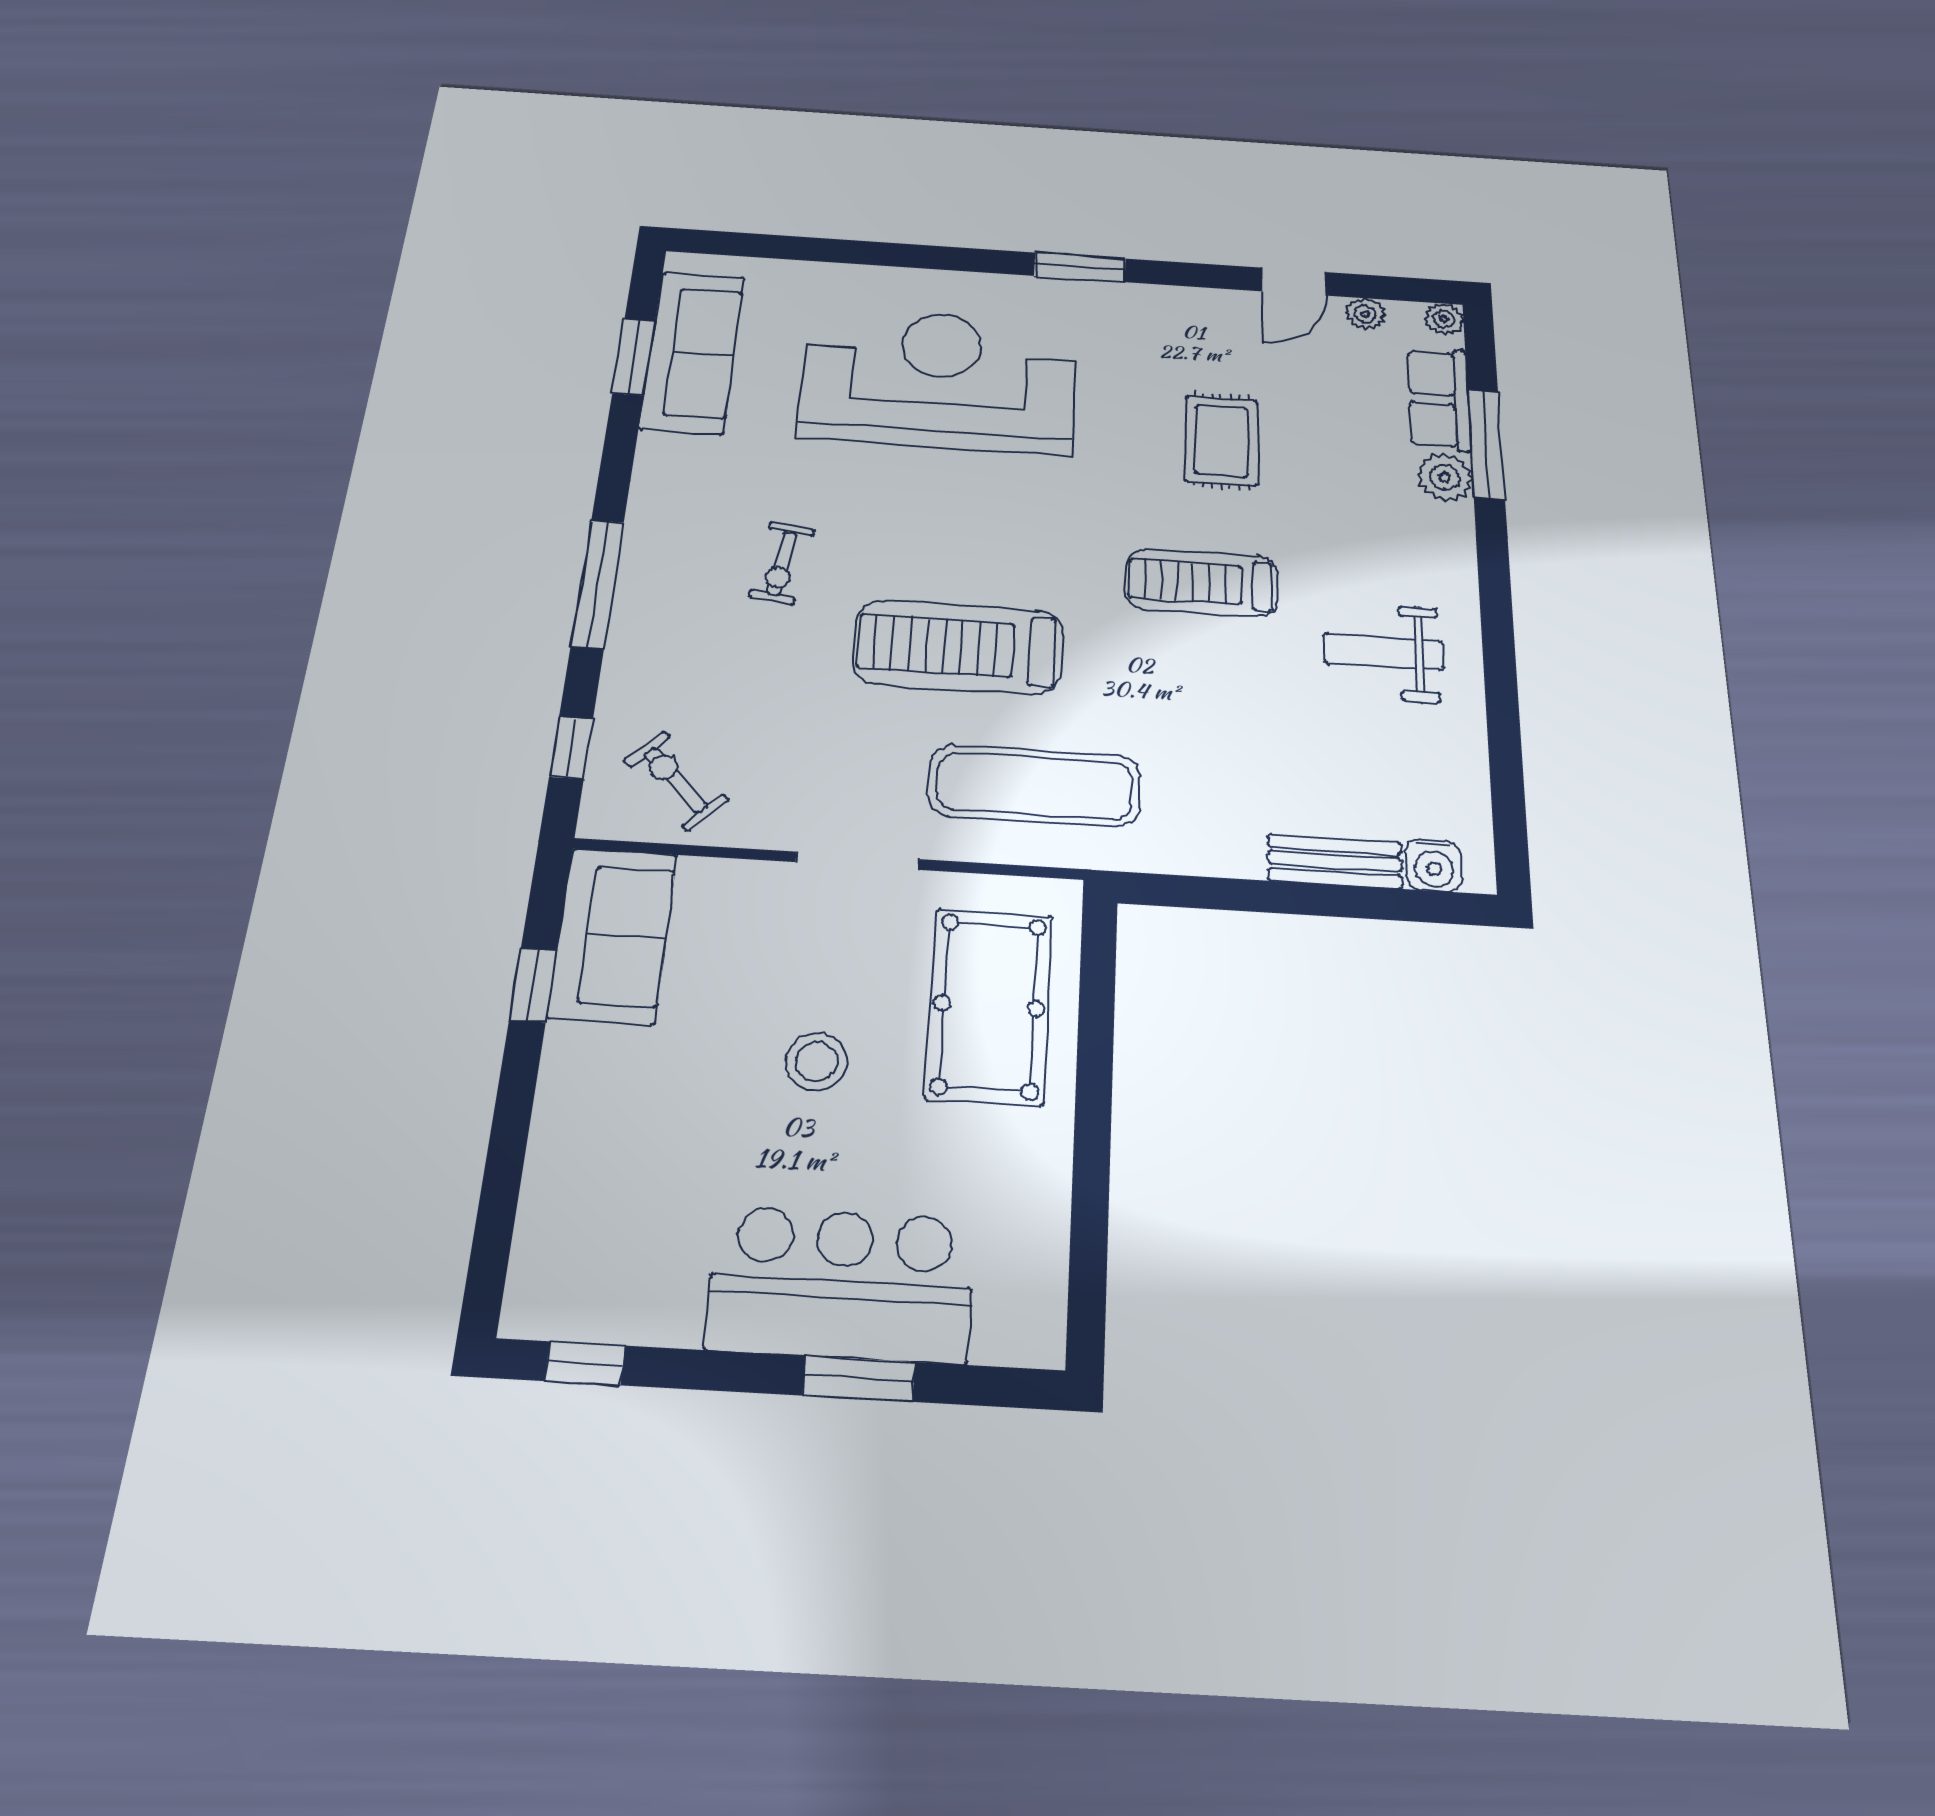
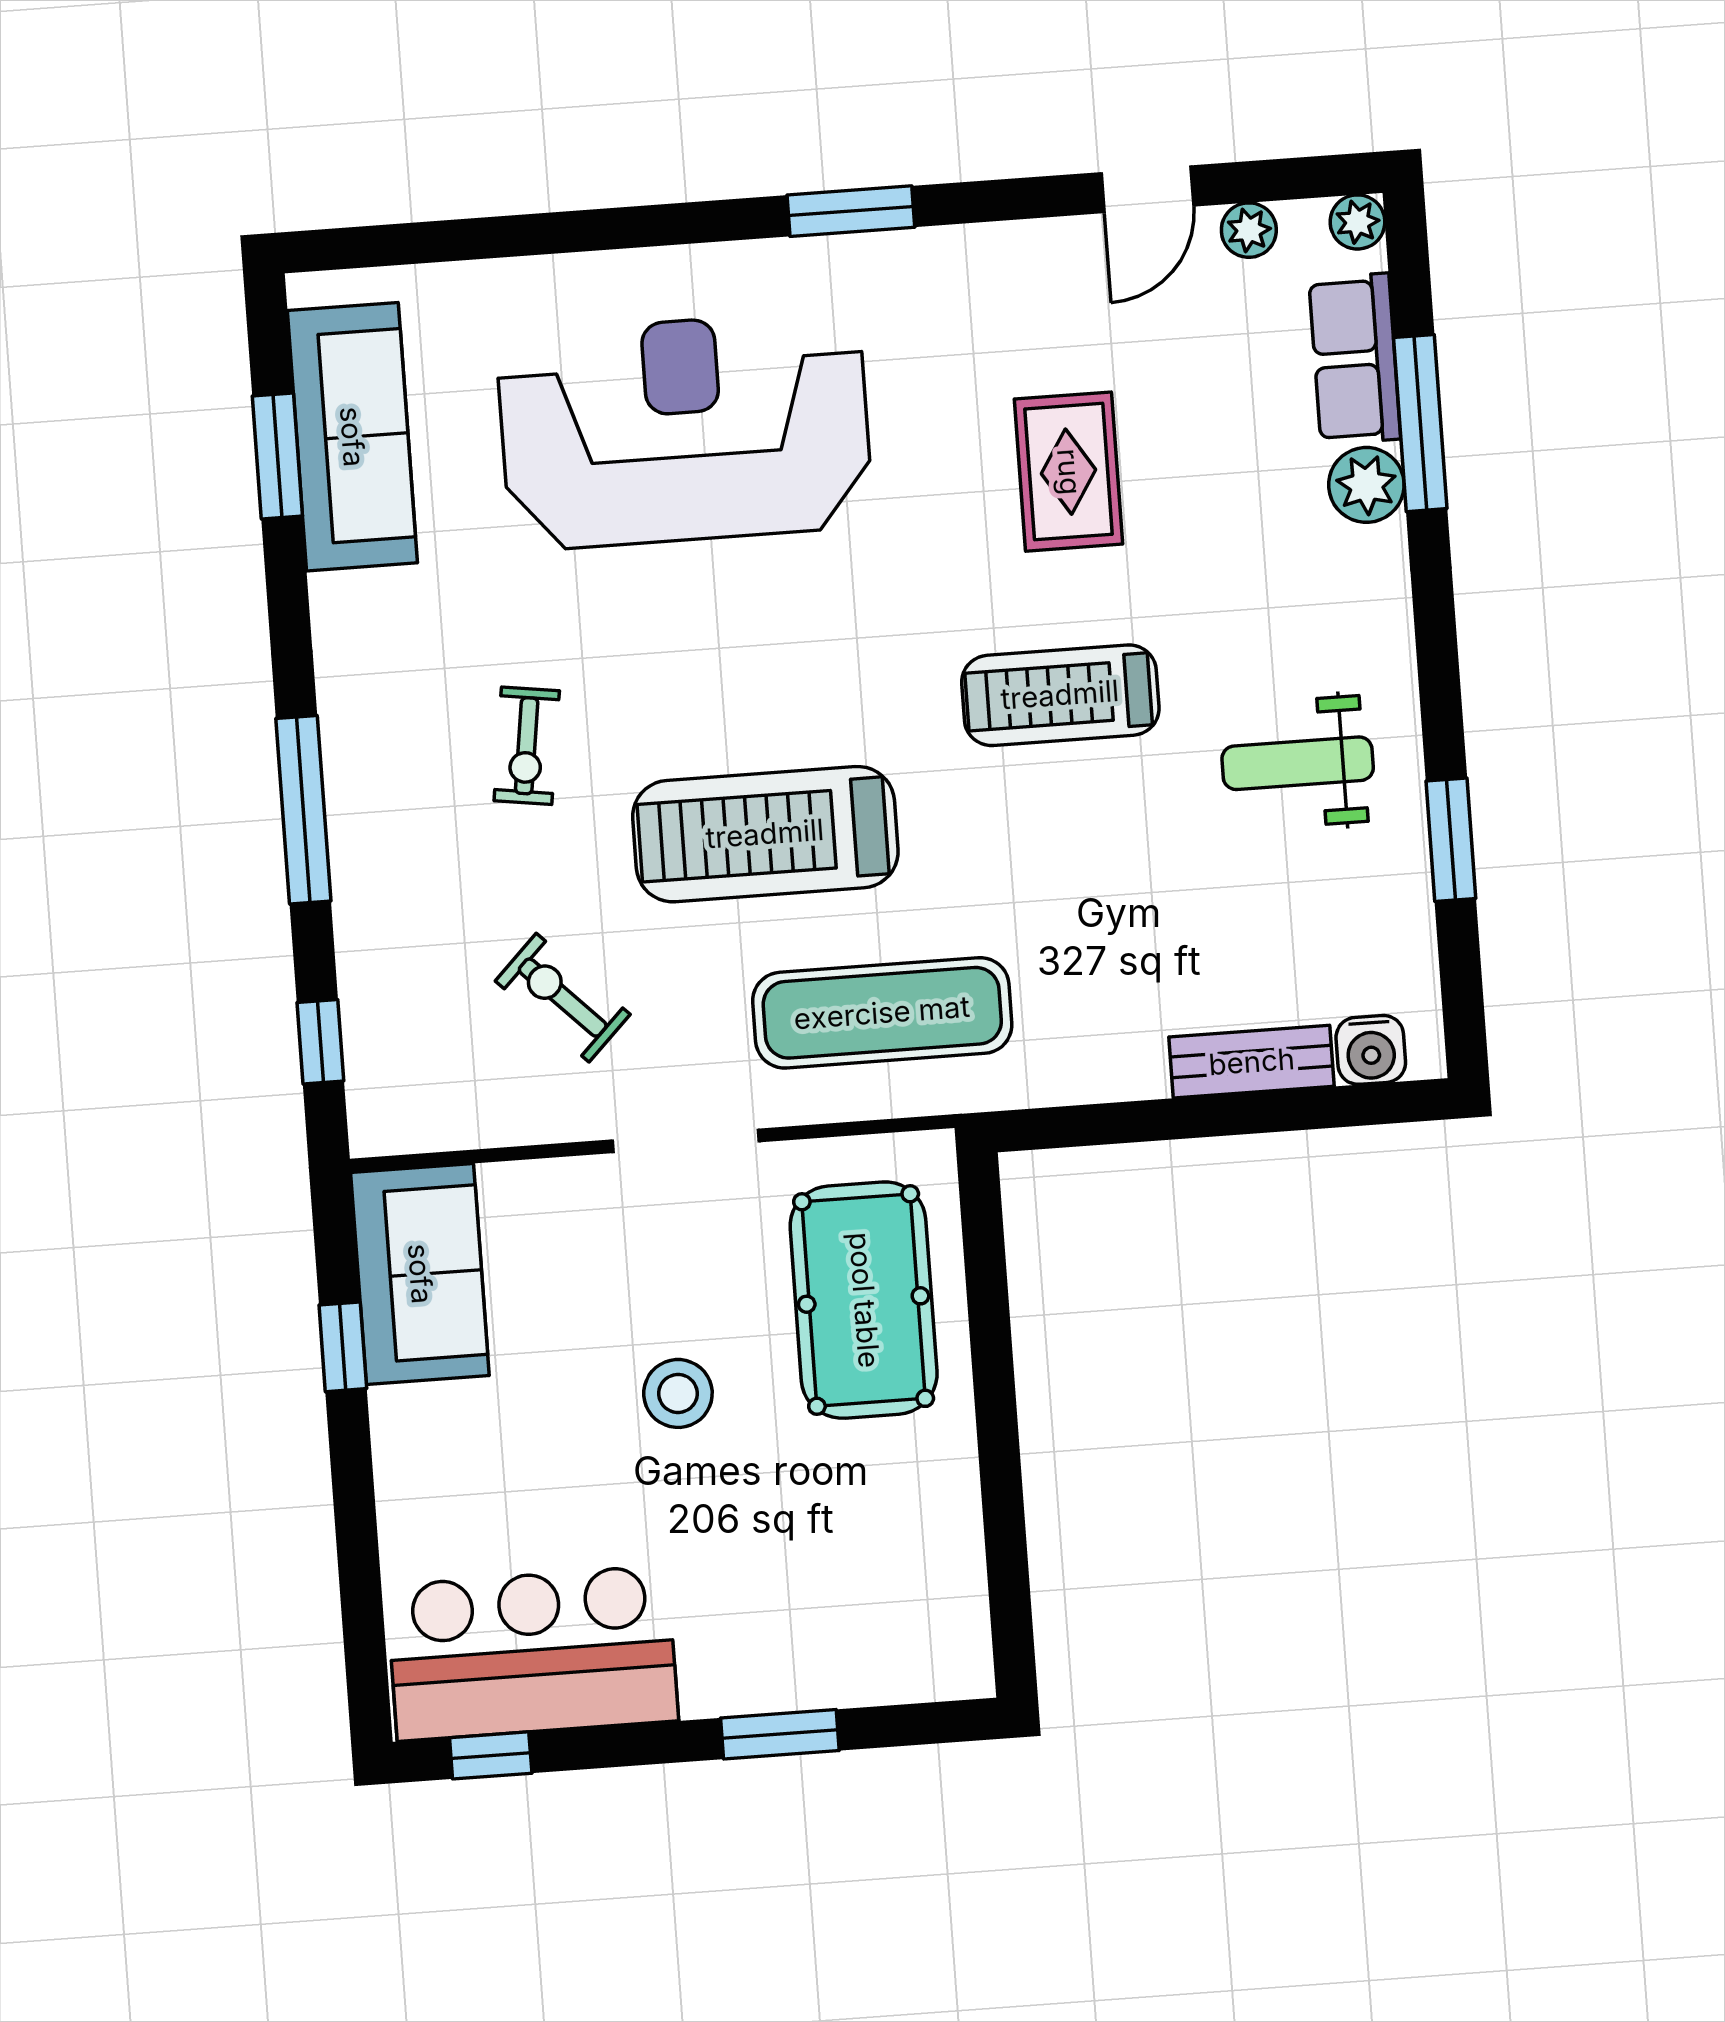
window: (1503, 720) -> (1451, 840), added
exercise bike: (676, 780) -> (563, 998), moved
bar counter: (841, 1284) -> (532, 1653), moved

